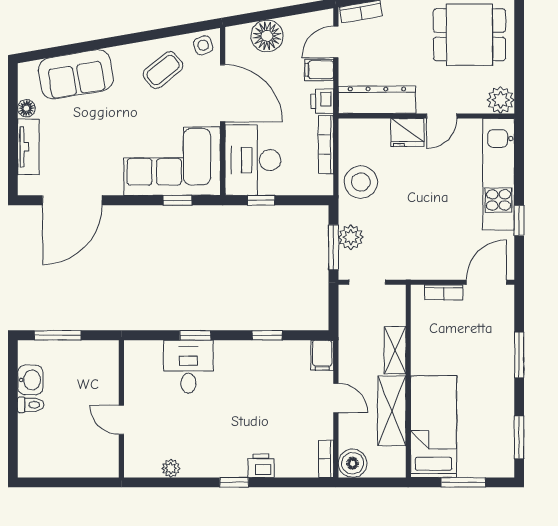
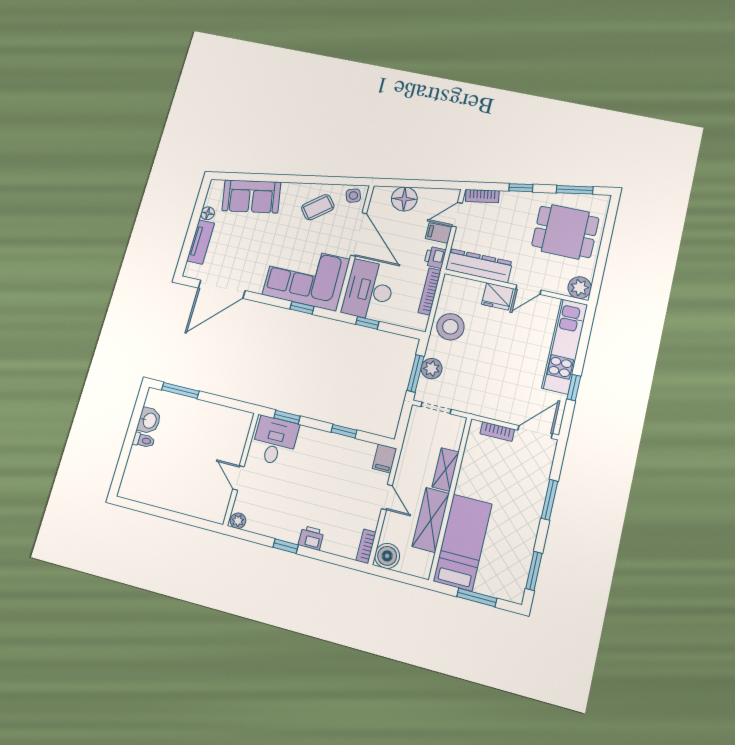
wall: (121, 409) -> (241, 469), moved
door: (121, 420) -> (238, 478), moved

